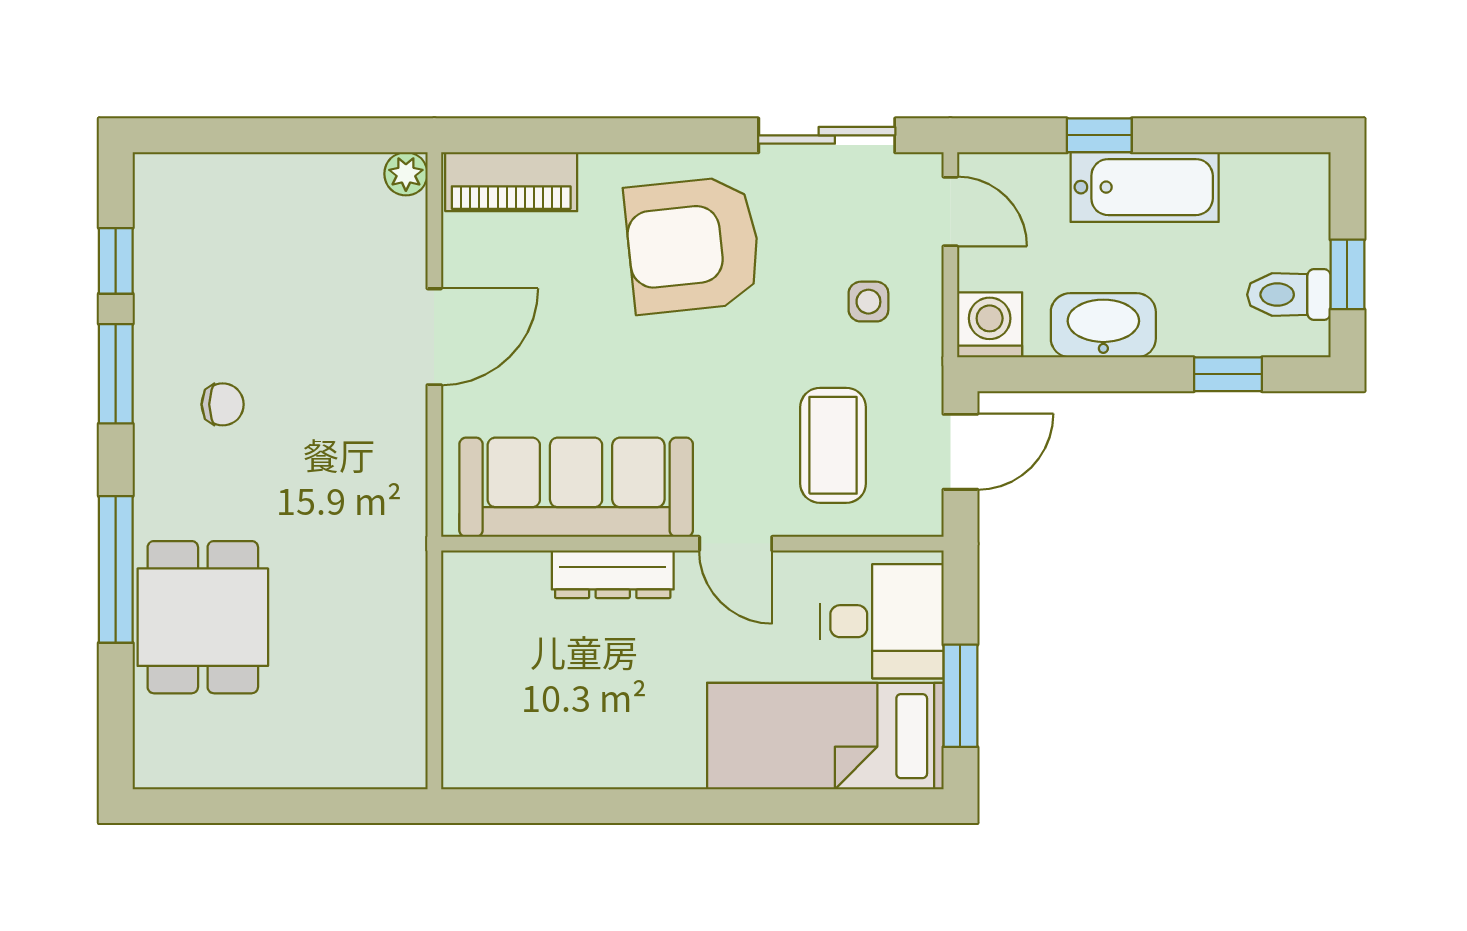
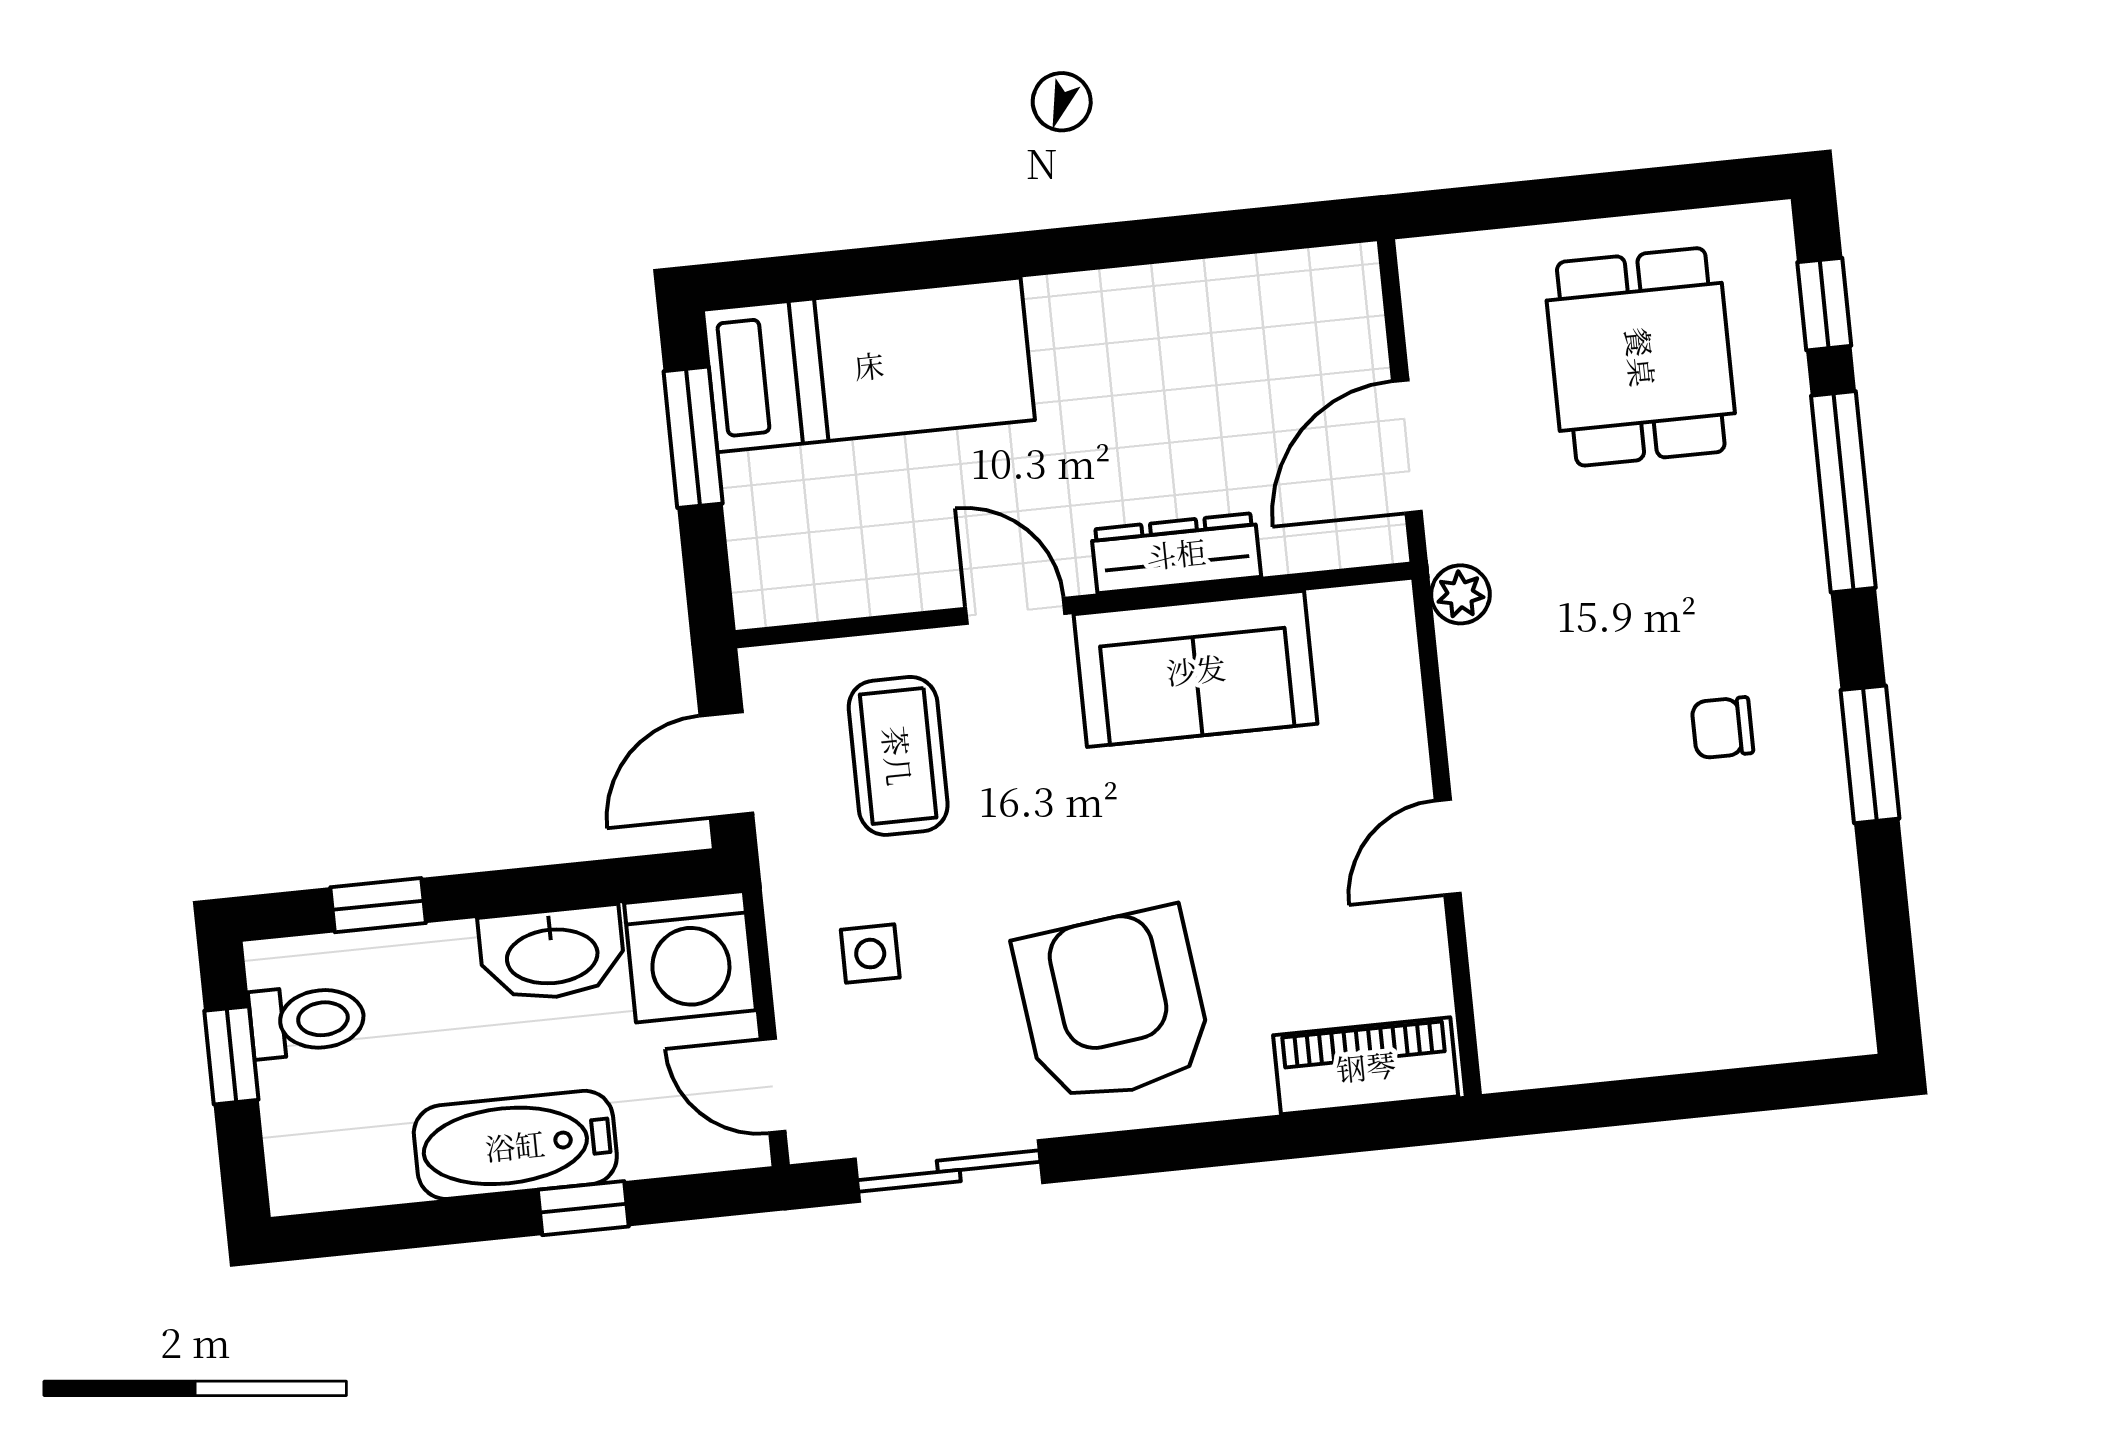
plant: (406, 174) -> (1460, 594), moved
armchair: (693, 245) -> (1113, 1006), turned -91
window: (116, 261) -> (1824, 304), moved
washing machine: (990, 325) -> (690, 957), width x1.37, depth x1.37
door: (434, 337) -> (1448, 847), width x0.73
sofa: (576, 487) -> (1196, 669), width x0.73
dining table: (203, 617) -> (1641, 357), moved
desk: (882, 621) -> (808, 527), removed
door: (434, 636) -> (1407, 447), added

